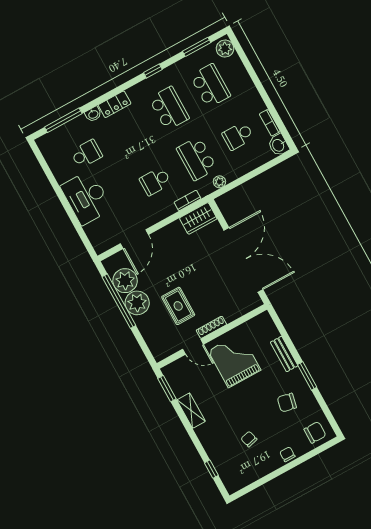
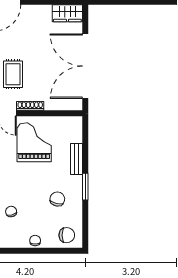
double door: (243, 260) -> (85, 66), swing flipped
chair: (287, 403) -> (57, 199), turned 92

